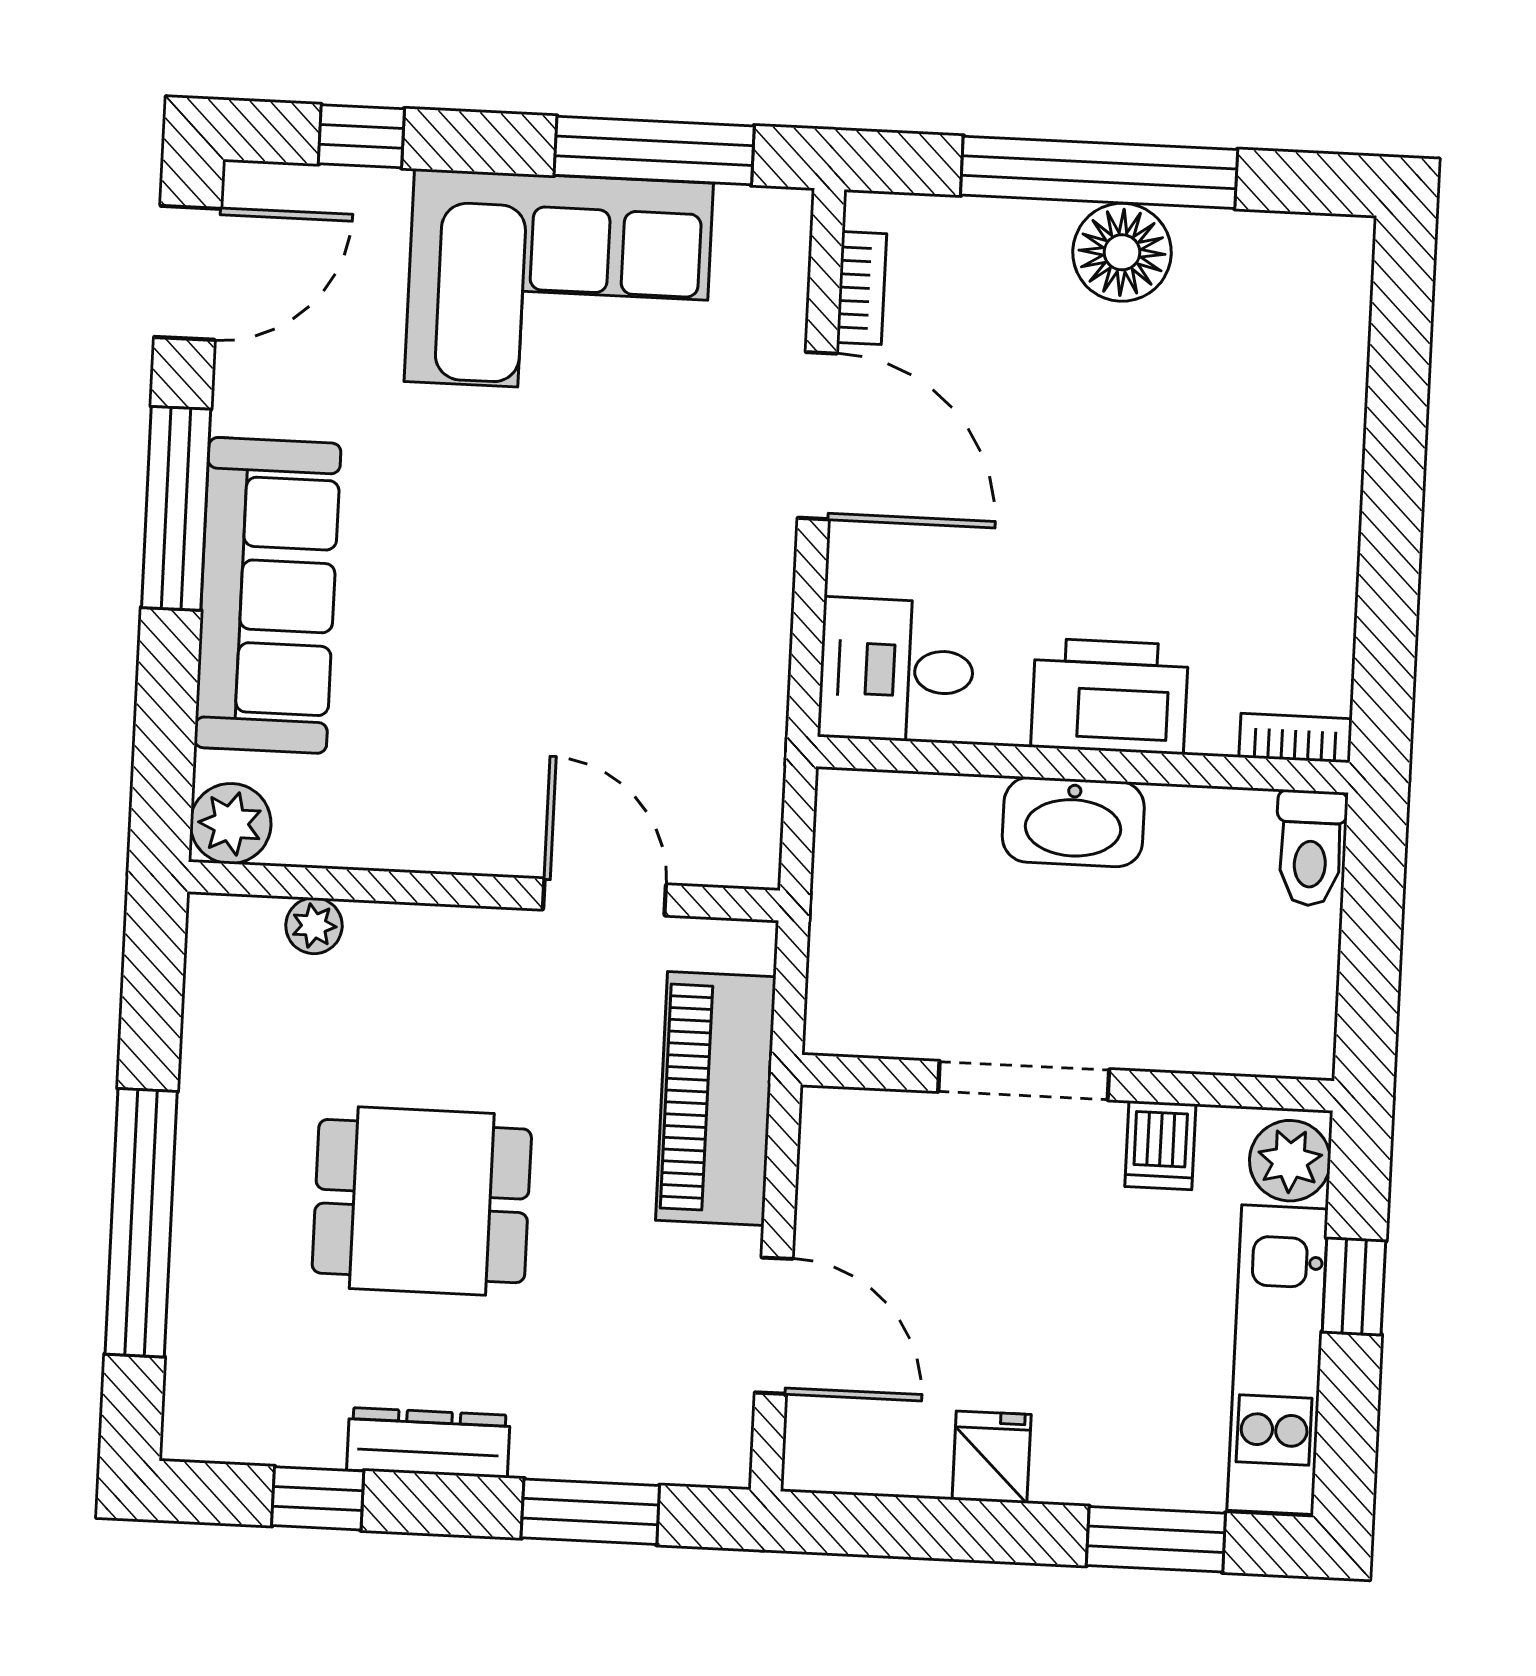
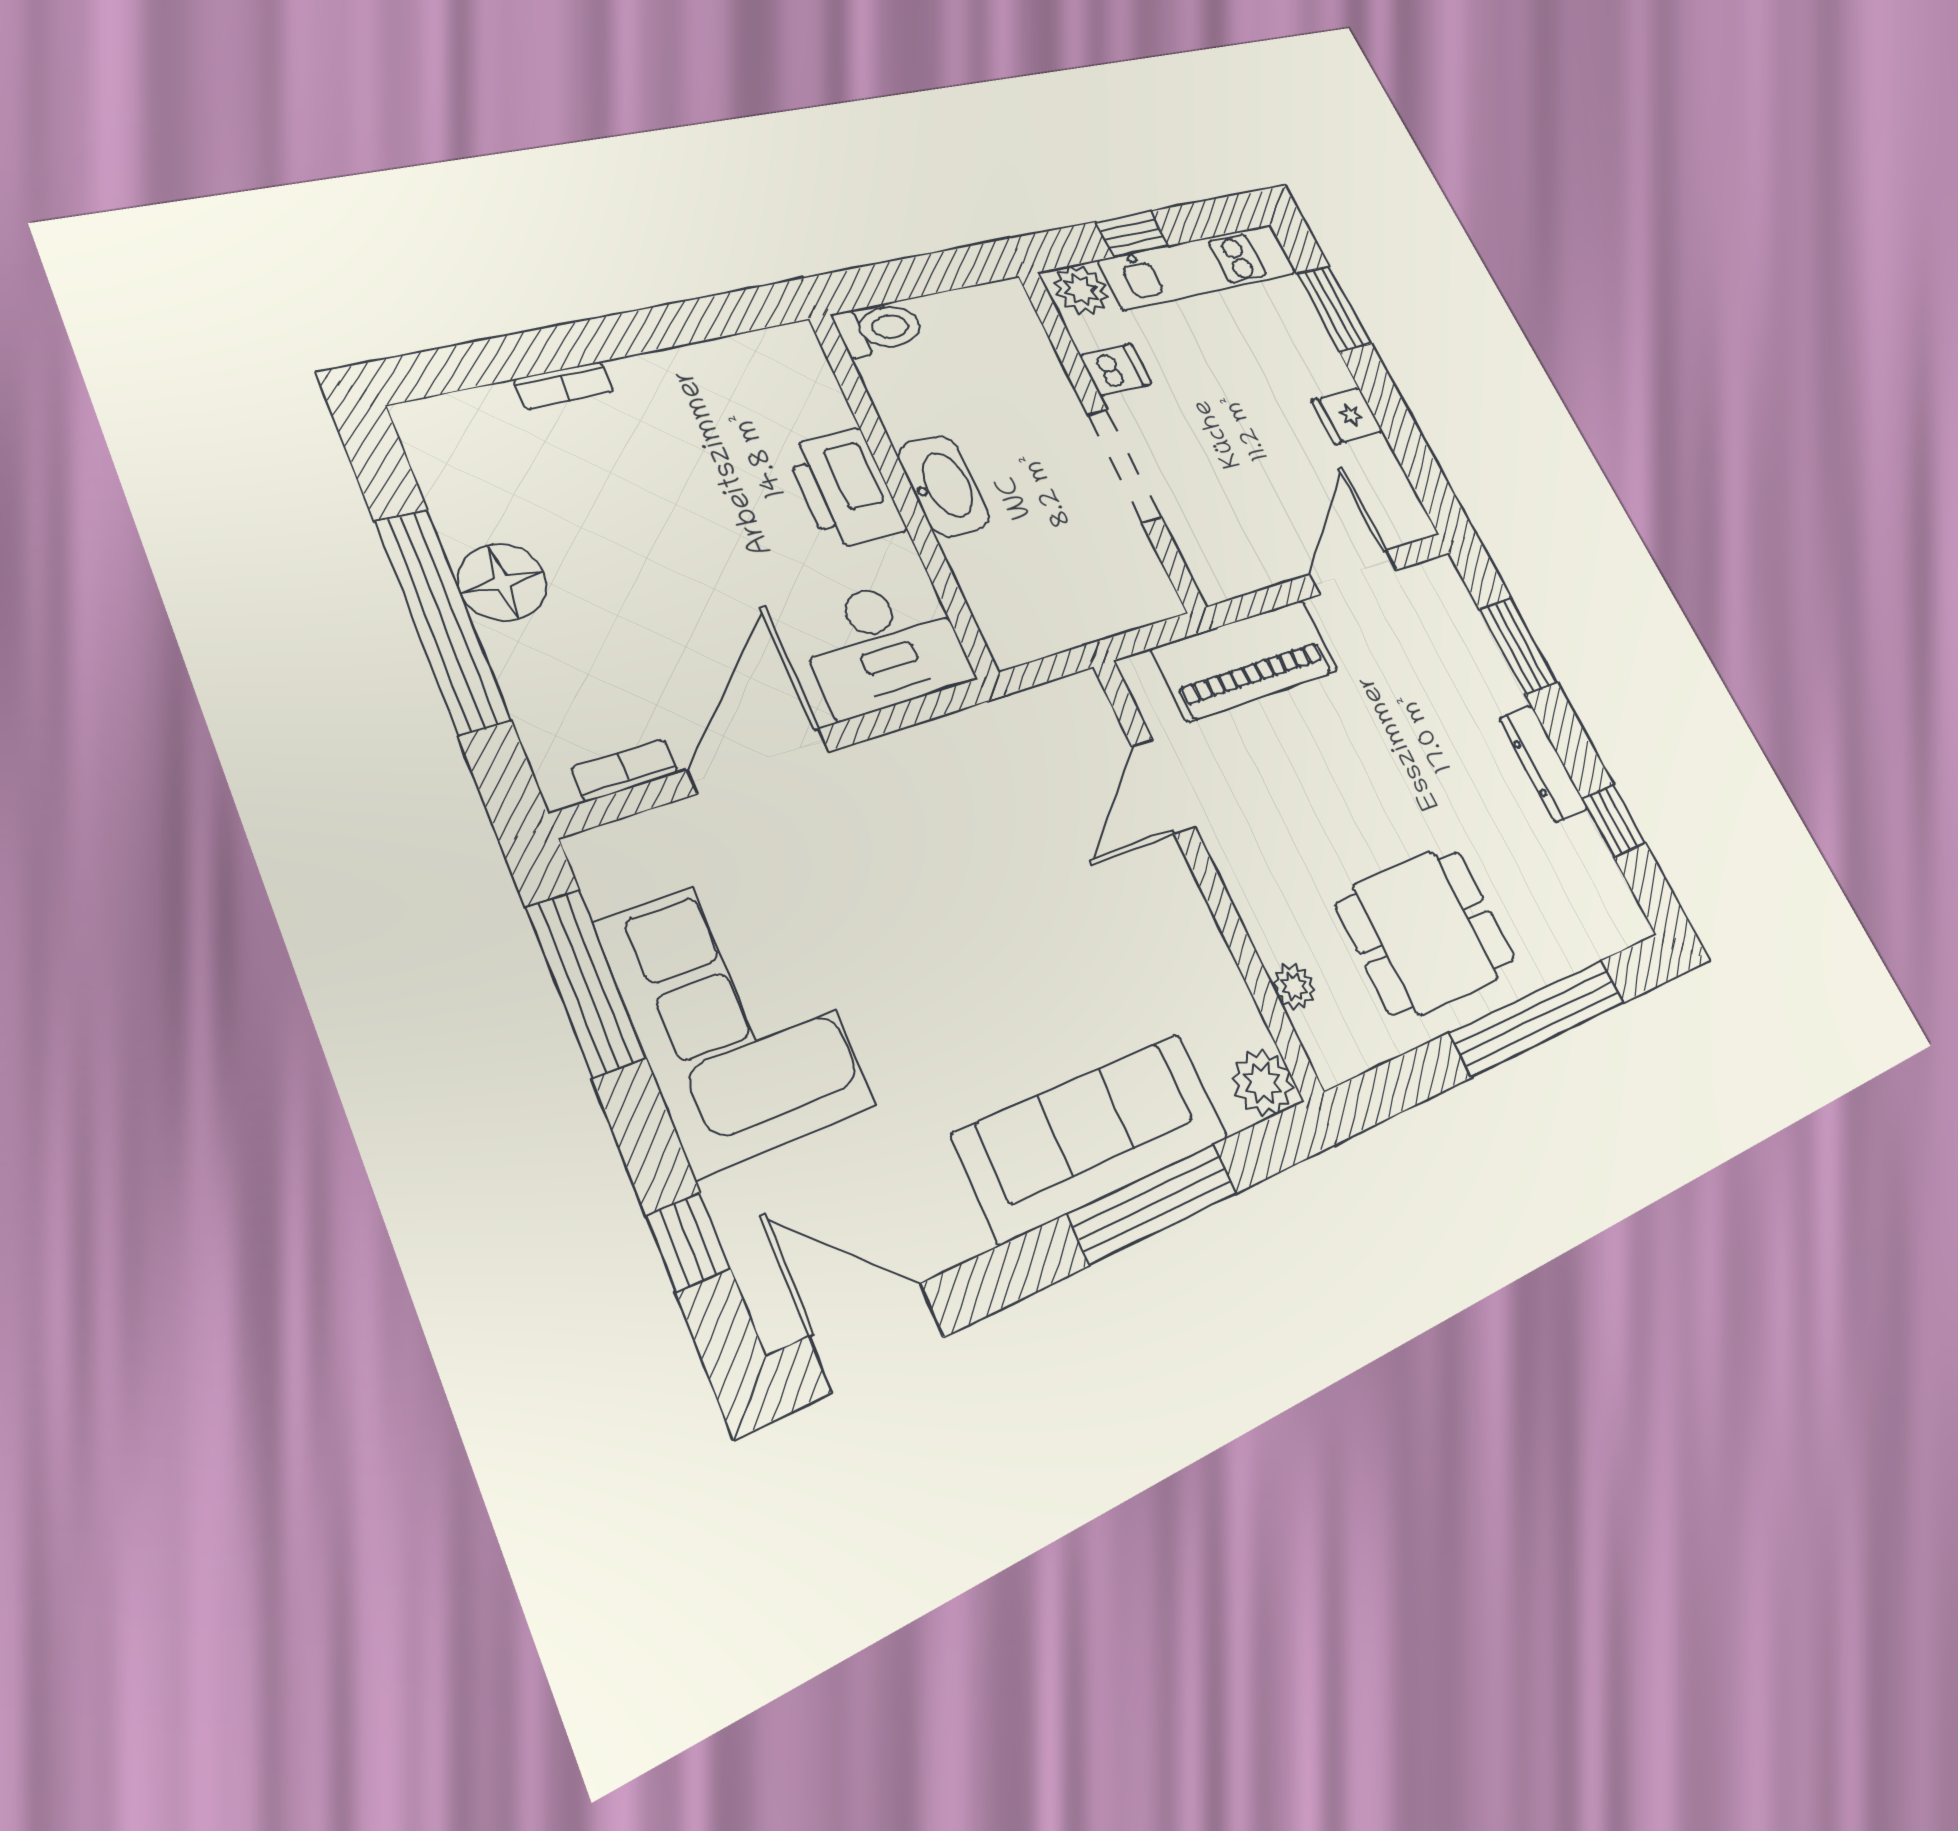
window: (176, 508) -> (1153, 1204), moved
desk: (897, 670) -> (884, 646), width x1.37
bookcase: (1295, 738) -> (564, 385), moved, turned -90
dining table: (422, 1201) -> (1426, 932), moved, turned 90

